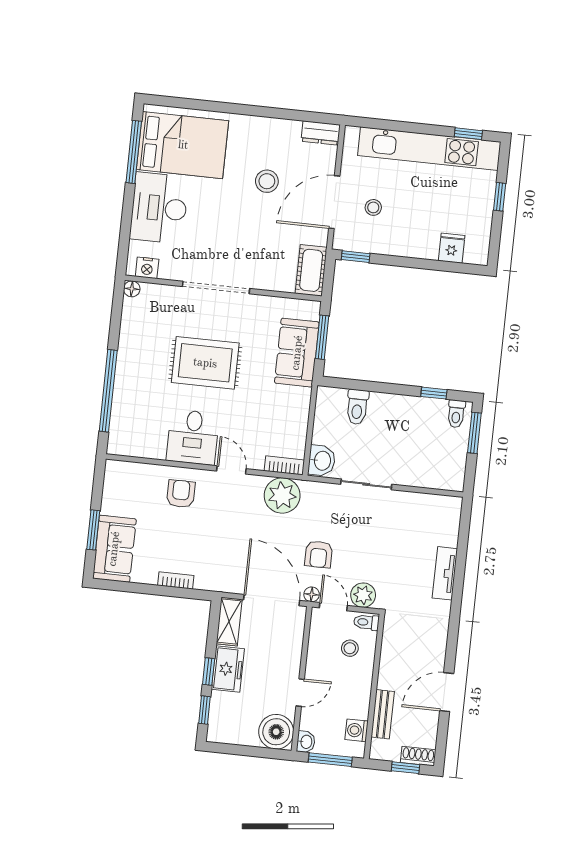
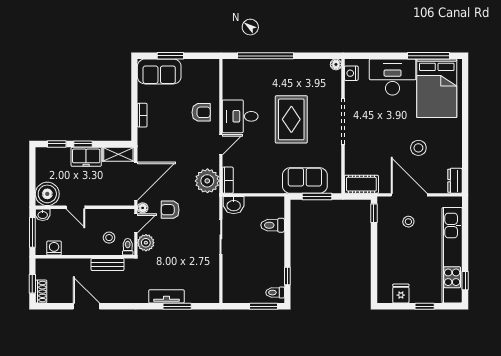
fridge: (452, 248) -> (401, 294), moved, turned -90
window: (461, 559) -> (177, 306), added
bench: (383, 714) -> (108, 265), moved

